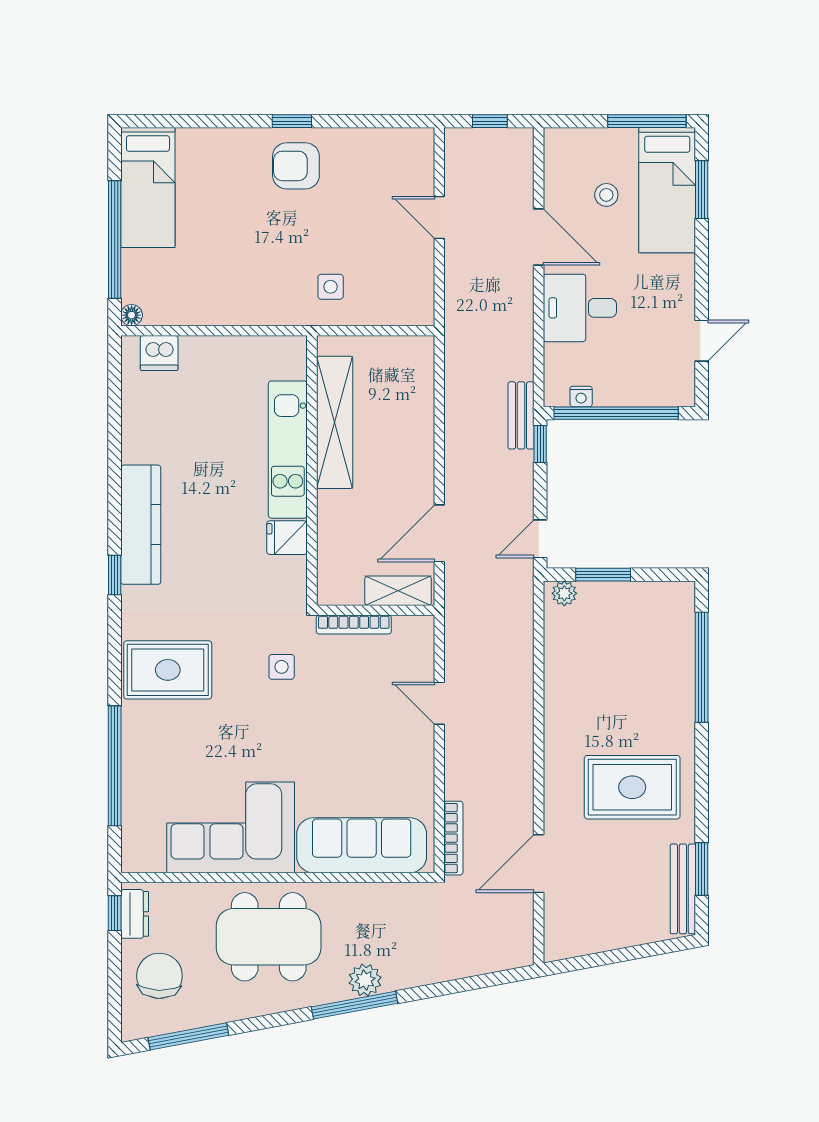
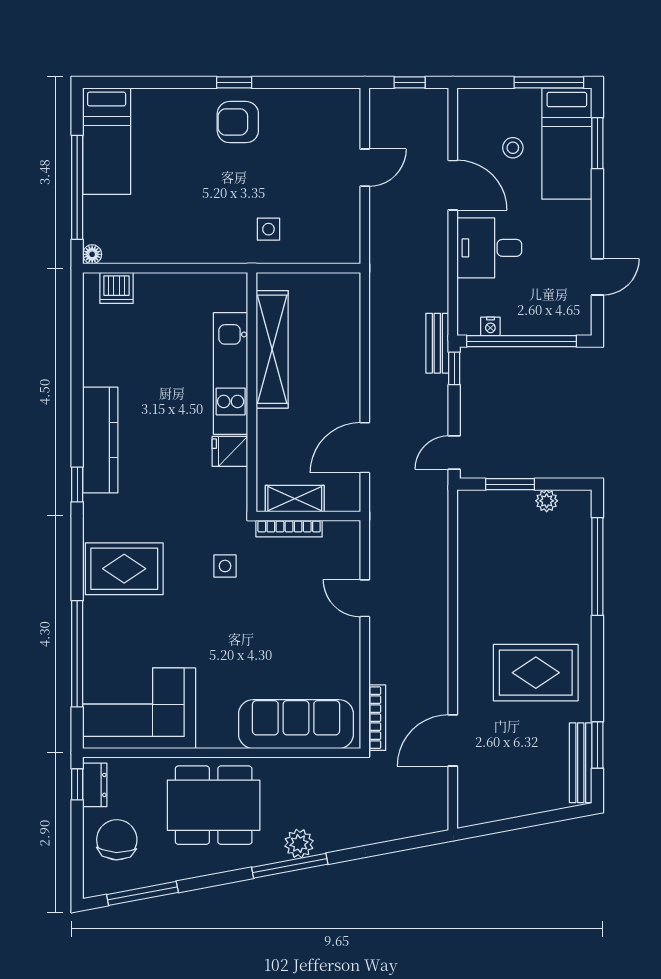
door: (439, 217) -> (365, 168), swing flipped
shelving: (398, 591) -> (295, 499), moved
plant: (564, 593) -> (547, 501), moved
corner sofa: (231, 827) -> (139, 708), moved

